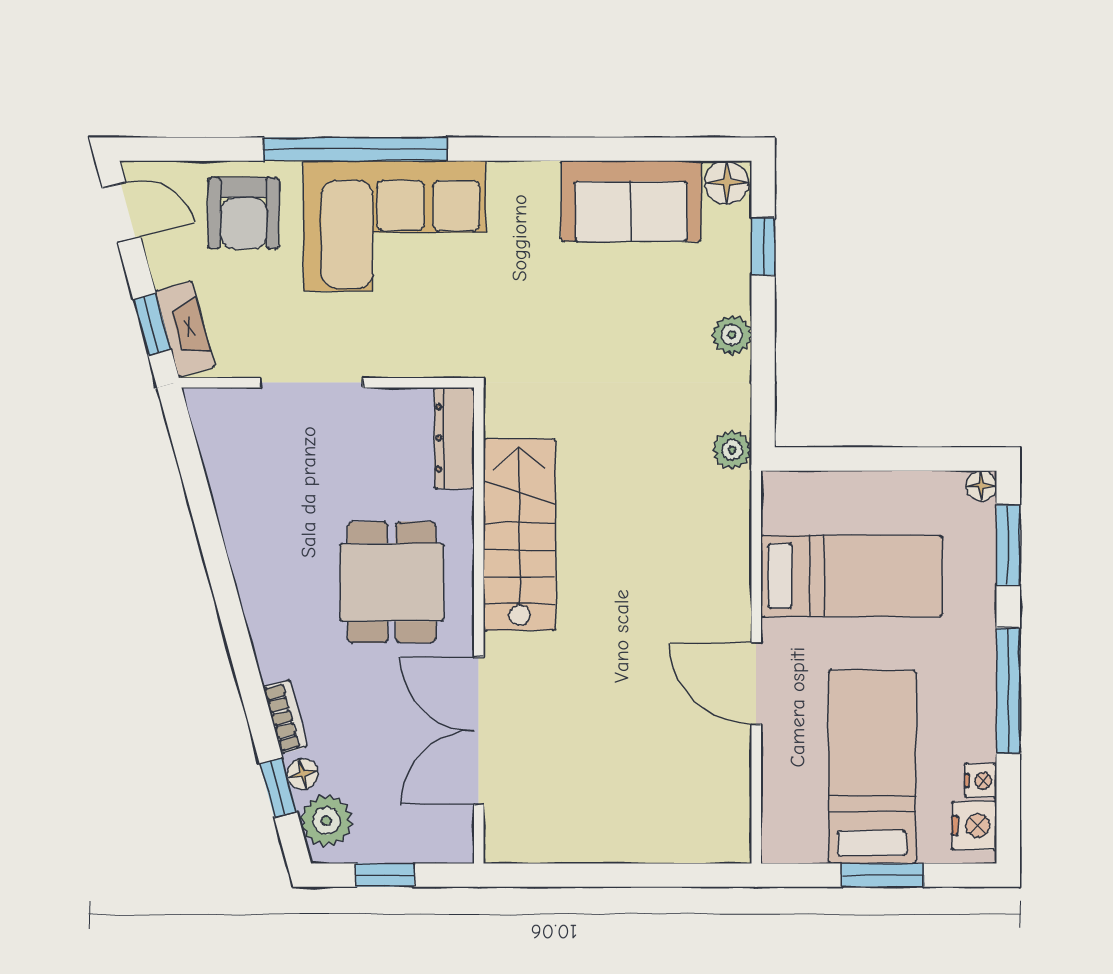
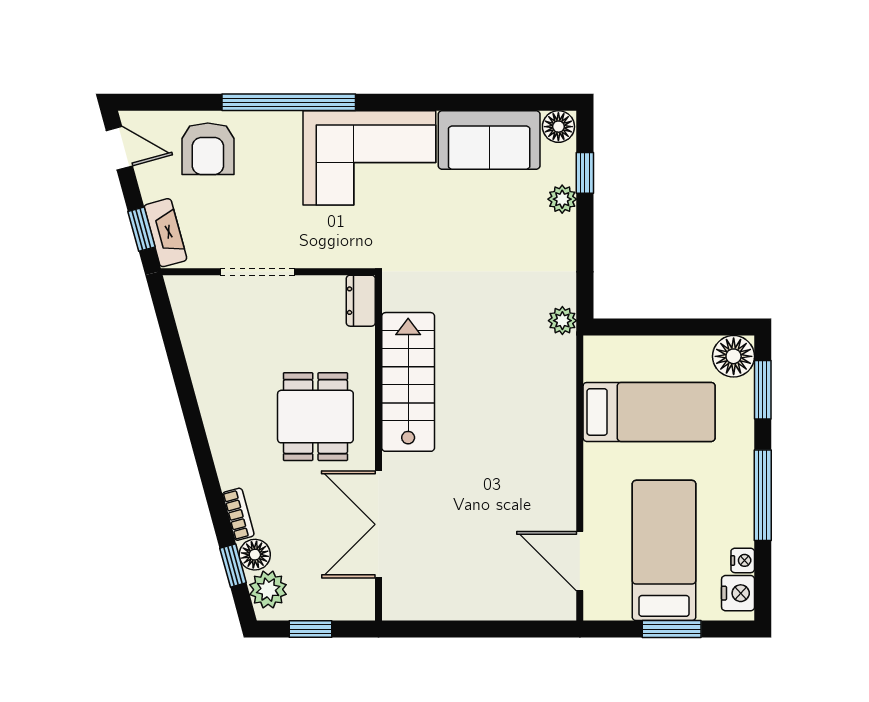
corner sofa: (395, 226) -> (369, 158), moved
plant: (732, 335) -> (562, 199), moved
dresser: (454, 438) -> (361, 301), width x0.70
floor lamp: (981, 486) -> (734, 356), width x1.89, depth x1.89
door: (756, 683) -> (580, 561), moved
floor lamp: (303, 774) -> (255, 555), width x1.37, depth x1.37

